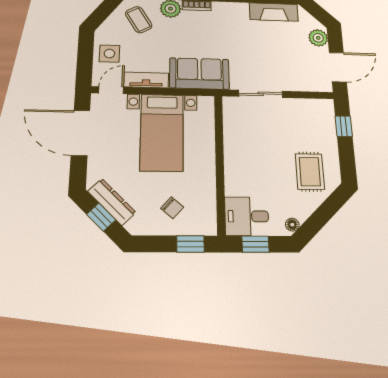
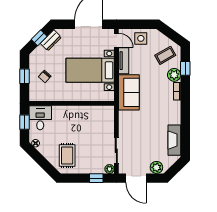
sliding door: (261, 94) -> (116, 151), moved
plant: (327, 106) -> (110, 169), added
rug: (310, 172) -> (67, 155), turned 90
dresser: (112, 202) -> (51, 40), width x0.70
window: (190, 244) -> (24, 76), moved

